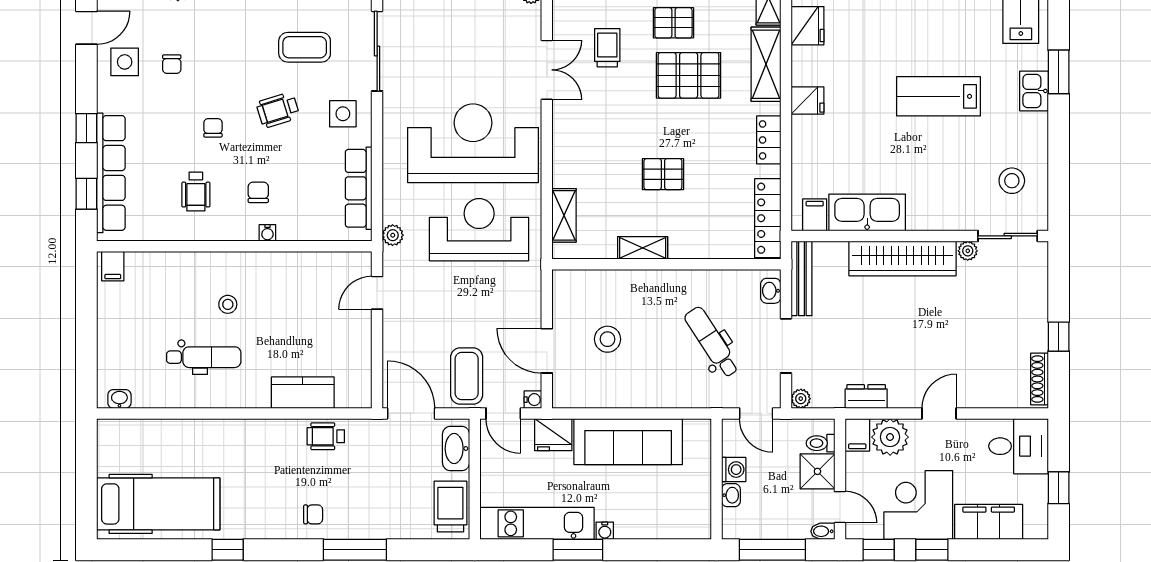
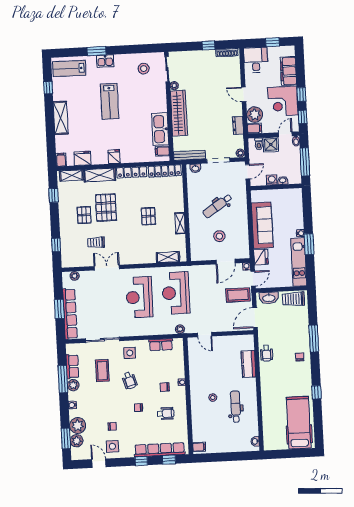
locker: (769, 140) -> (132, 172), width x1.53
reception desk: (473, 143) -> (139, 297), width x0.74, depth x0.77
row of seats: (359, 188) -> (161, 345), width x0.68
dental chair: (712, 342) -> (217, 206), moved

